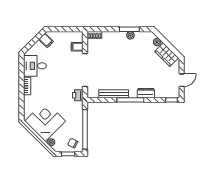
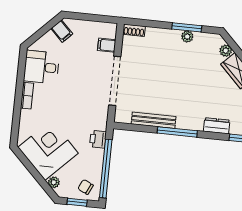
dresser: (146, 93) -> (217, 126), moved
printer: (78, 95) -> (98, 139), moved

